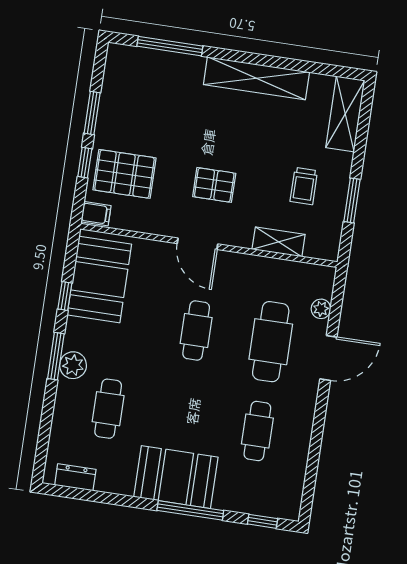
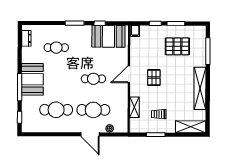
pallet: (125, 174) -> (177, 46), moved, turned 90
plant: (73, 365) -> (72, 31), removed
cafe table: (257, 431) -> (56, 110), width x1.37, depth x1.35

